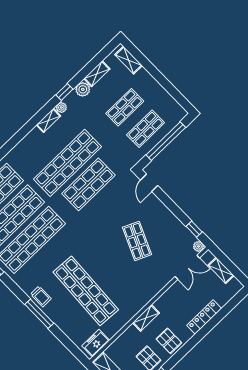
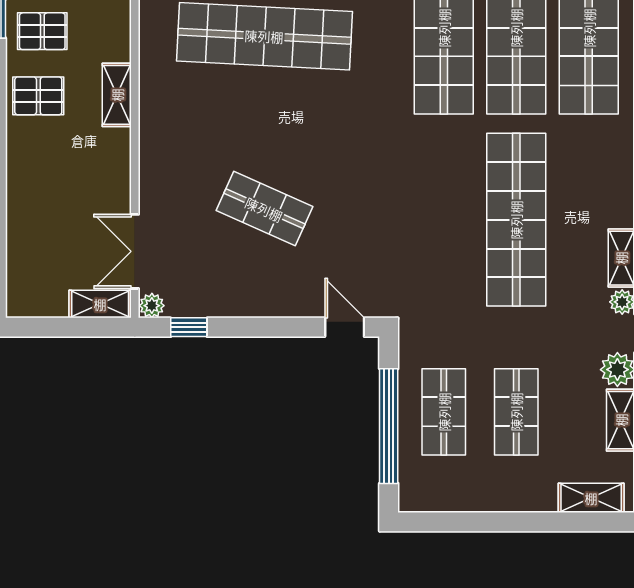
shop shelf: (88, 184) -> (444, 220), removed
shelving: (221, 270) -> (100, 304), moved
locker: (204, 317) -> (20, 197), removed

